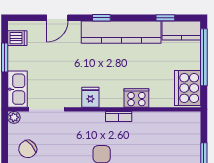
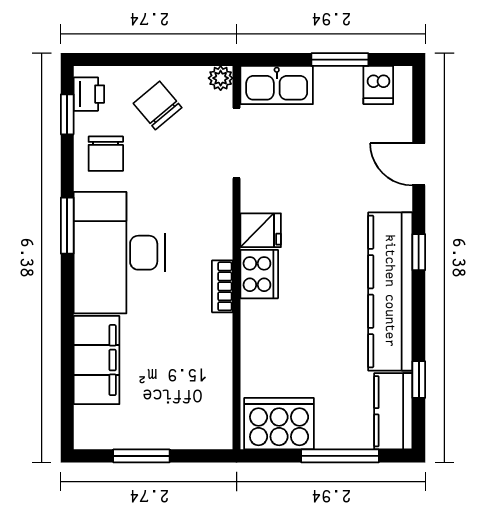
window: (204, 57) -> (340, 456), width x0.68
cooker: (136, 98) -> (259, 274), moved

